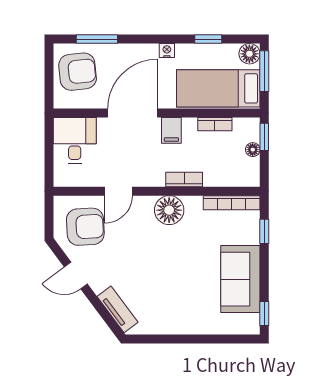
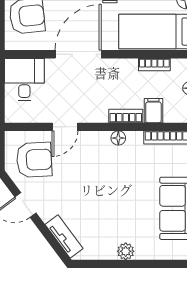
filing cabinet: (171, 130) -> (153, 111), moved, turned 180
floor lamp: (169, 210) -> (118, 138), width x0.53, depth x0.53
plant: (184, 325) -> (126, 251), added

